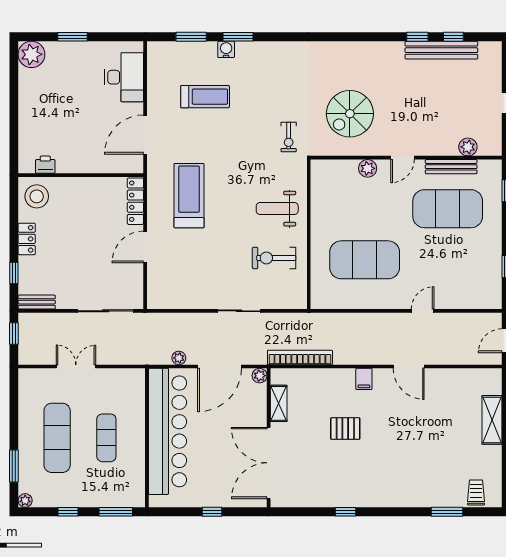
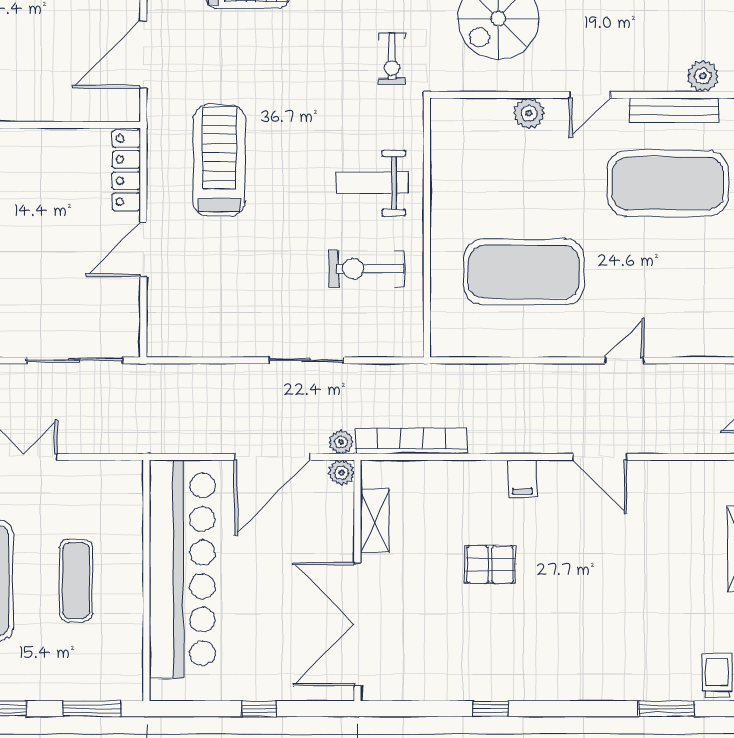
plant: (179, 358) -> (341, 442), moved

